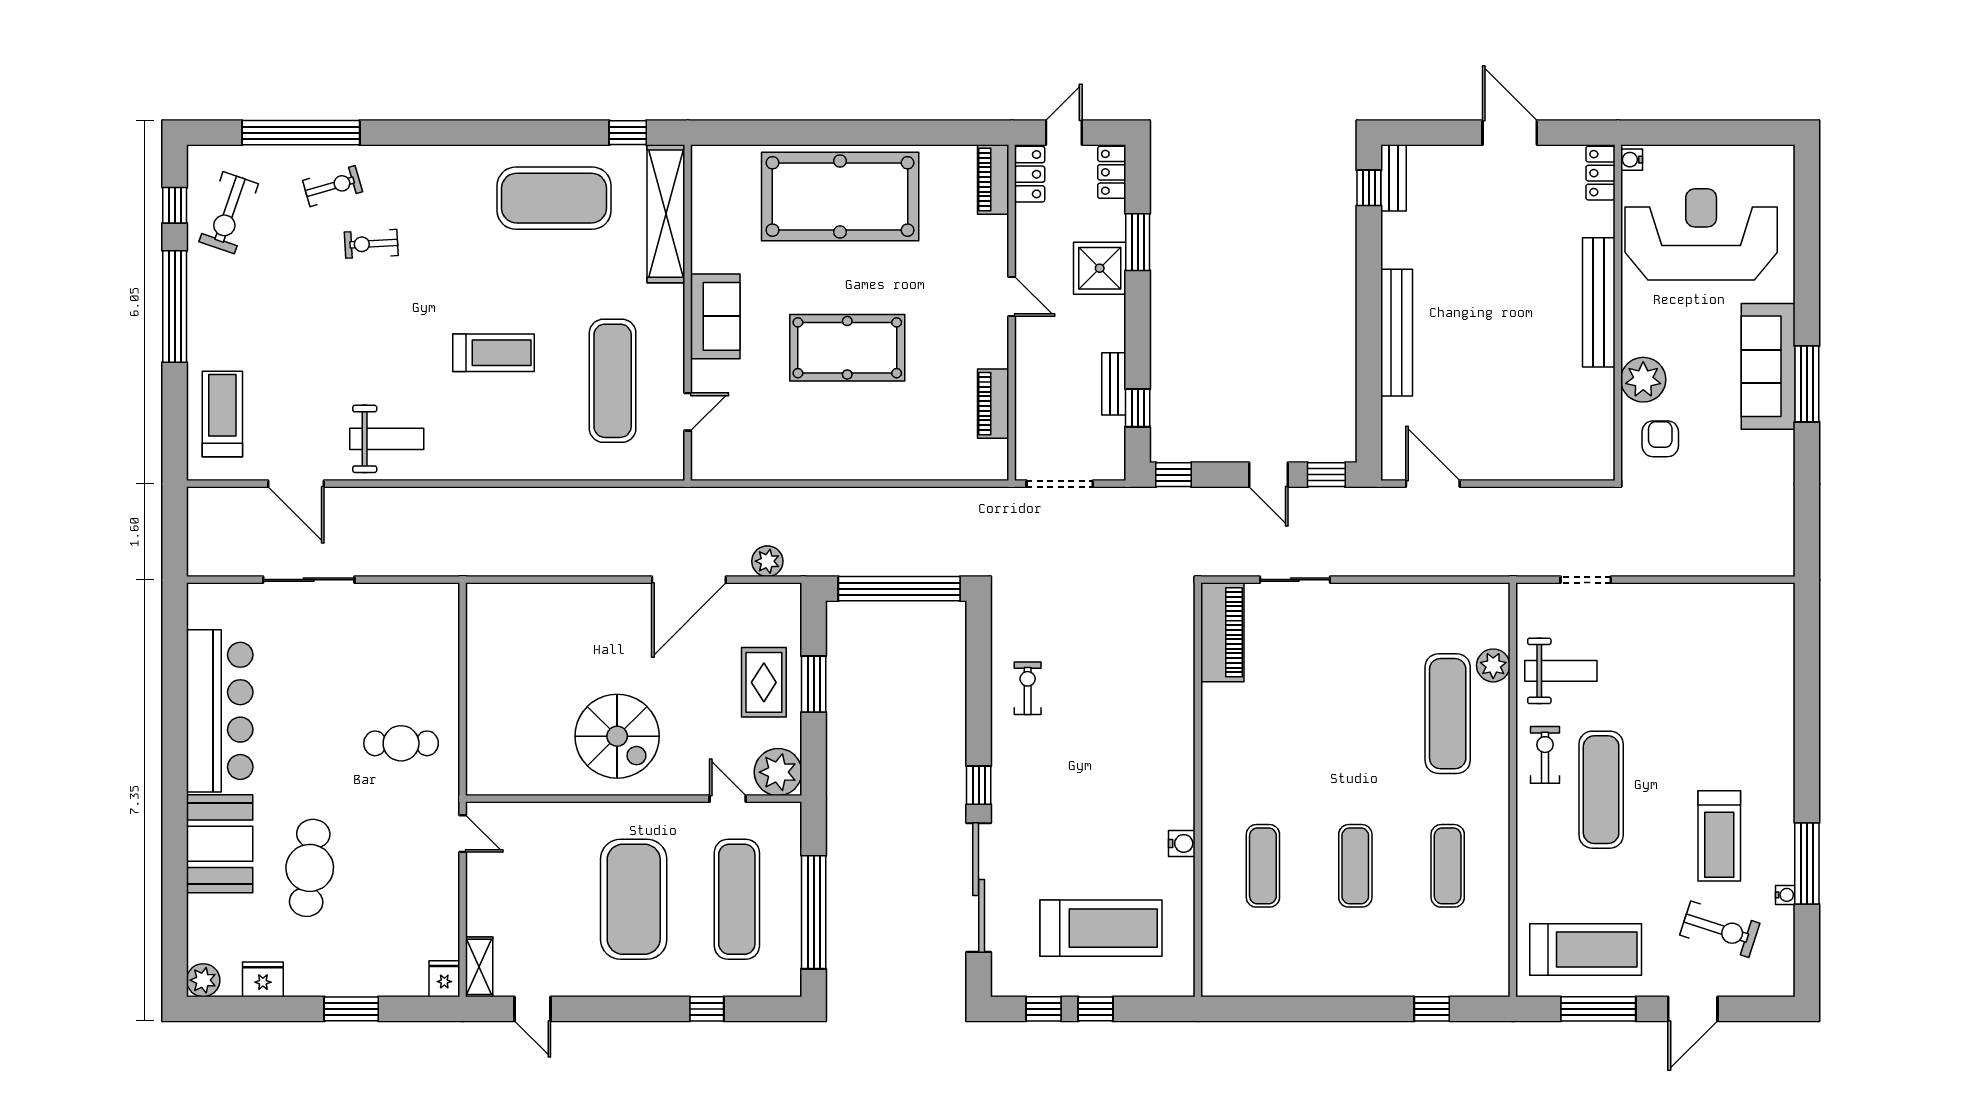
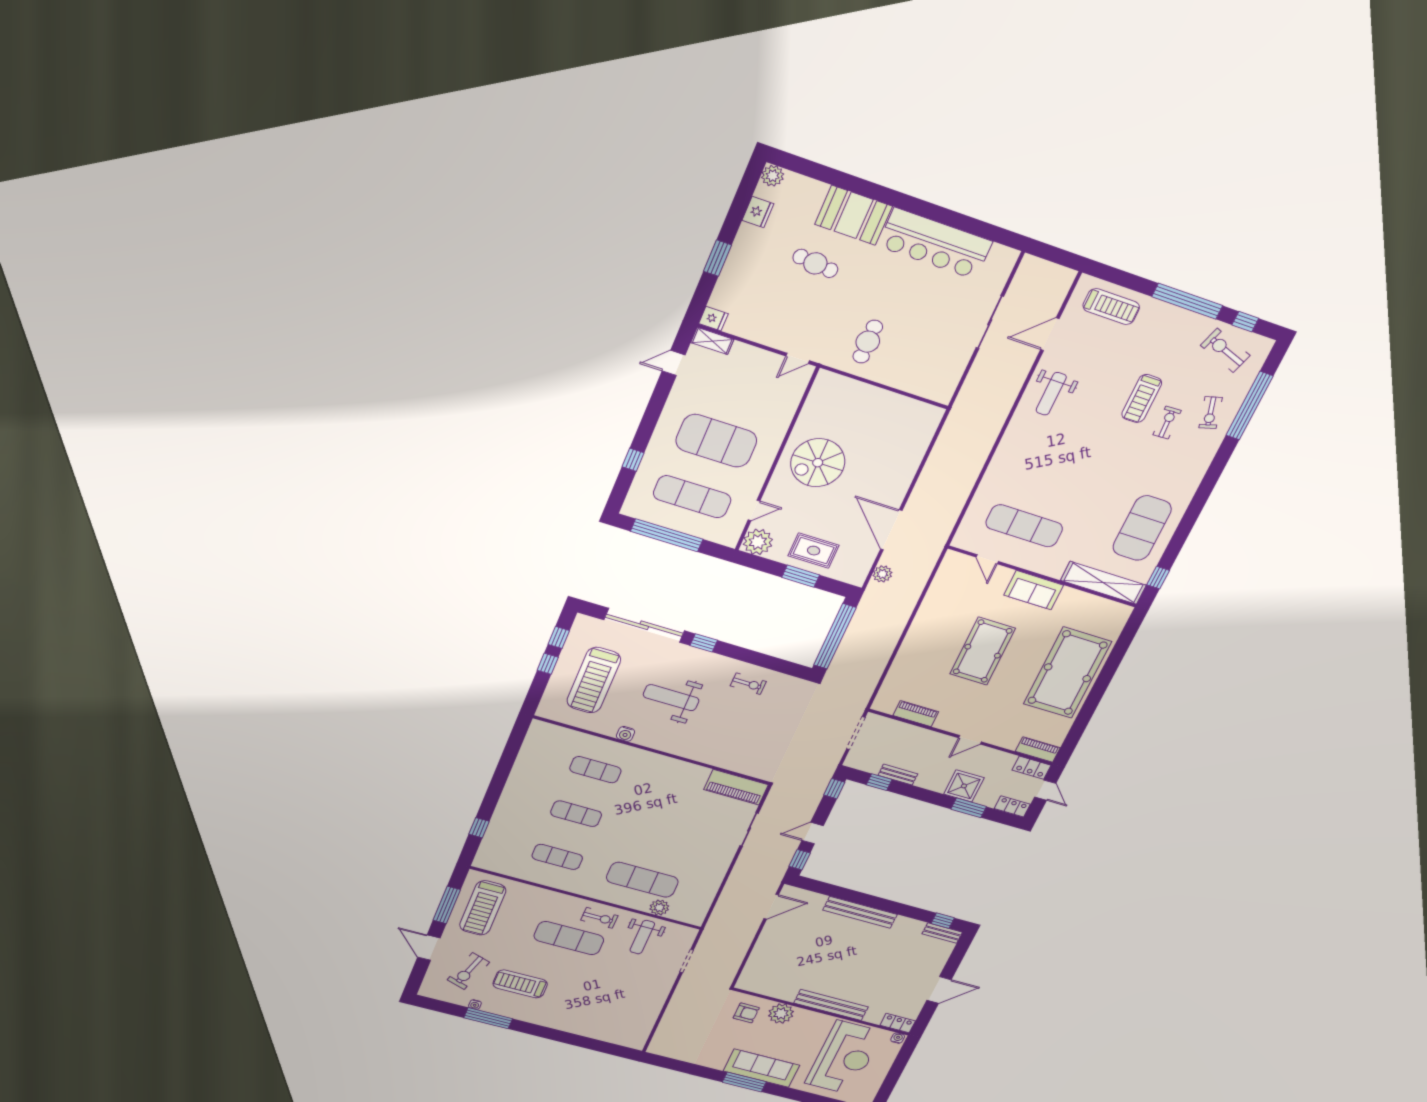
treadmill: (493, 353) -> (1142, 399), moved
weight bench: (1093, 798) -> (671, 698), added
cafe table: (310, 868) -> (815, 263), width x0.73, depth x0.74

